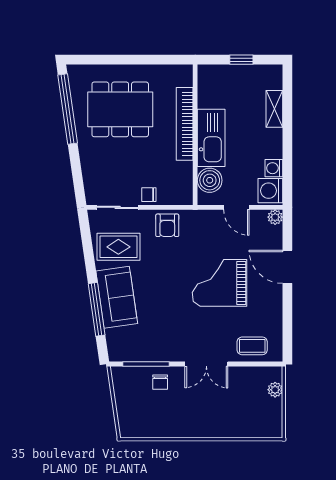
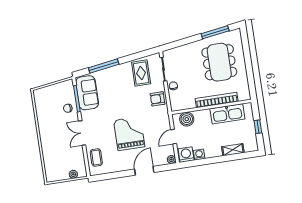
window: (68, 109) -> (215, 32), width x0.68
kitchen sink: (211, 138) -> (227, 114), moved
sofa: (117, 297) -> (87, 93), moved, turned -82

